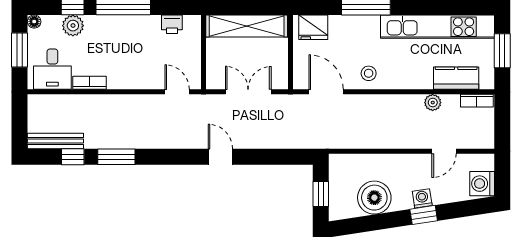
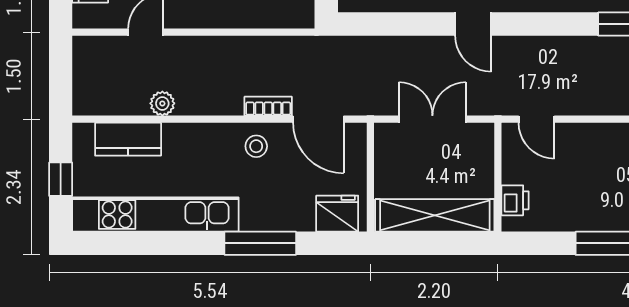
printer: (172, 24) -> (515, 200), moved, turned 90
window: (502, 51) -> (61, 179), width x0.67
double door: (248, 92) -> (432, 119), swing flipped
bookcase: (477, 101) -> (268, 106), moved

